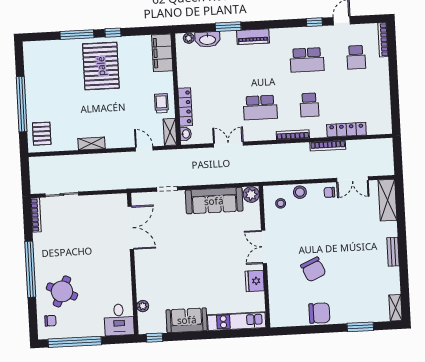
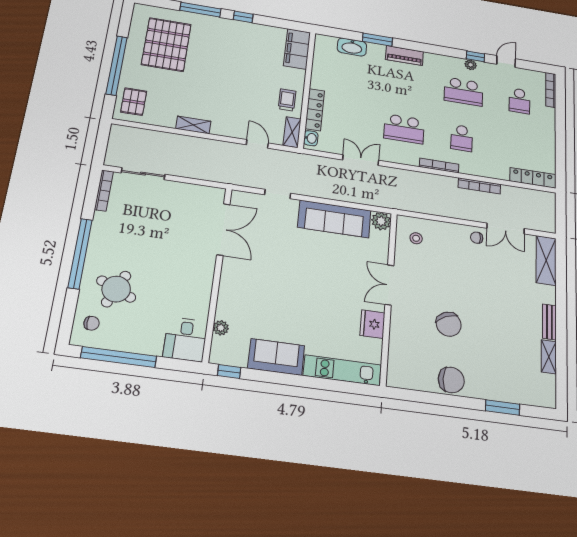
plant: (189, 38) -> (471, 65), moved
pallet: (101, 66) -> (166, 44), moved
locker: (346, 130) -> (533, 178), moved
stool: (300, 192) -> (441, 230), removed
shelving: (396, 308) -> (549, 357), moved

